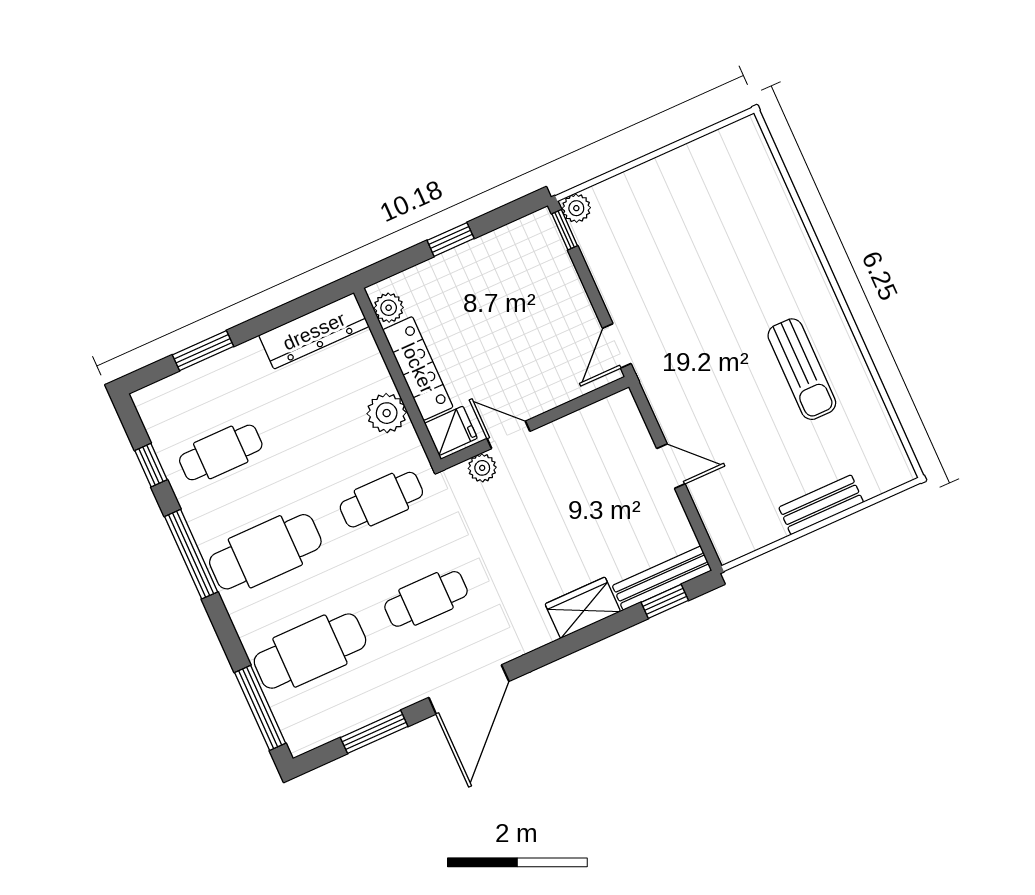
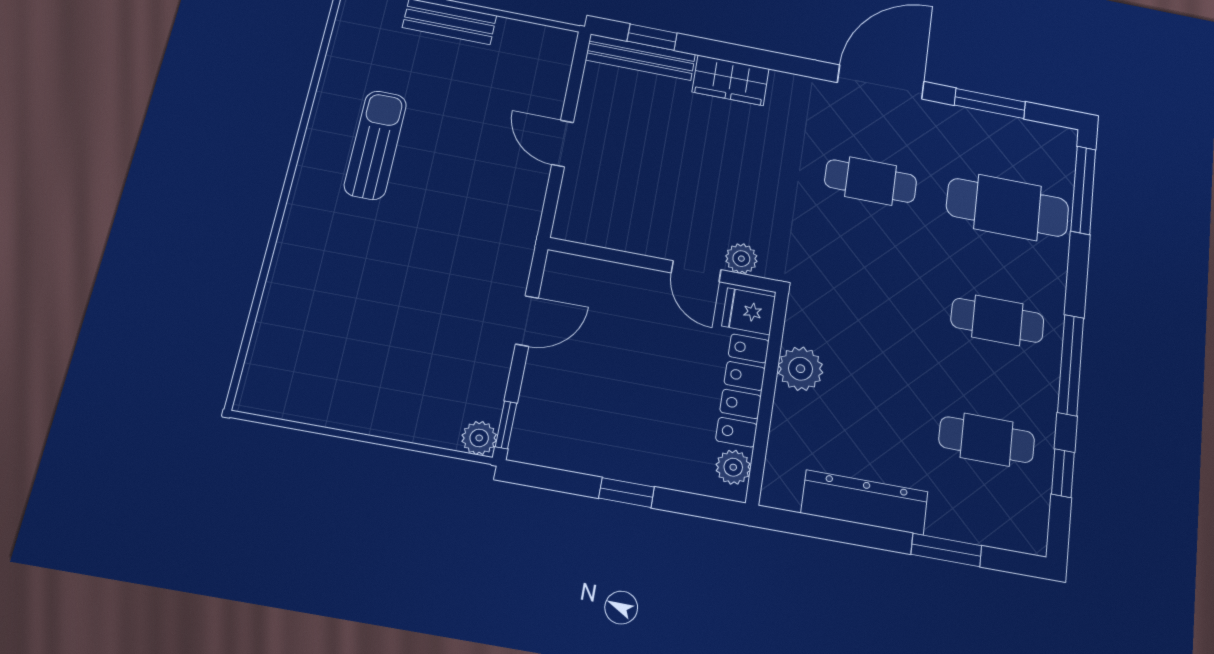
dresser: (314, 331) -> (865, 502), moved
door: (617, 346) -> (527, 321), moved
cafe table: (381, 500) -> (857, 294), removed
cafe table: (265, 552) -> (997, 320), width x0.73, depth x0.74

